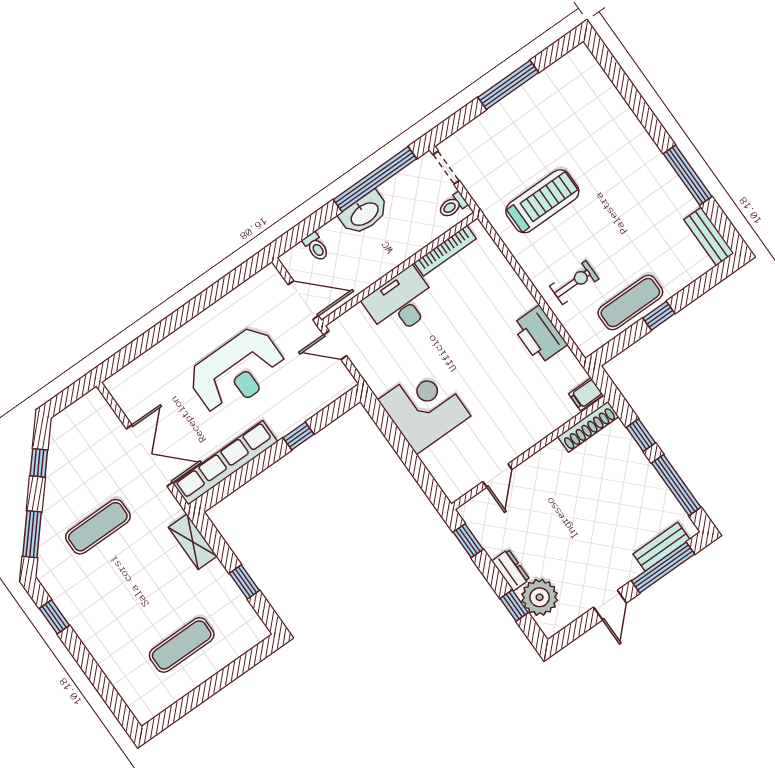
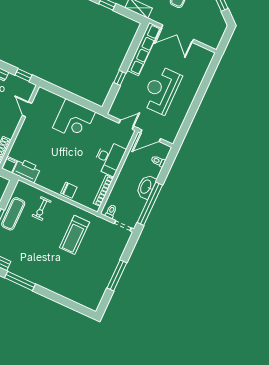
chair: (506, 287) -> (69, 190), added
printer: (539, 335) -> (27, 171), moved

